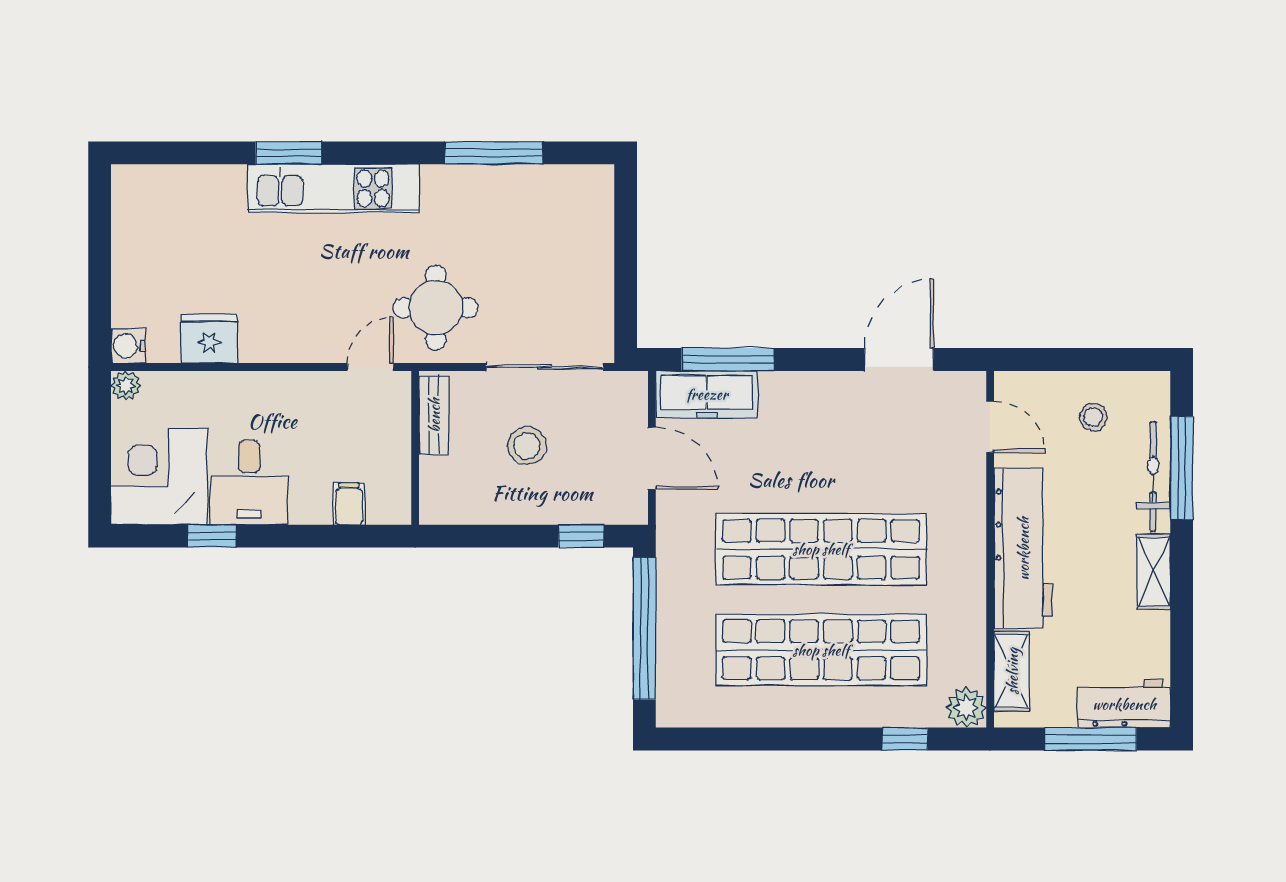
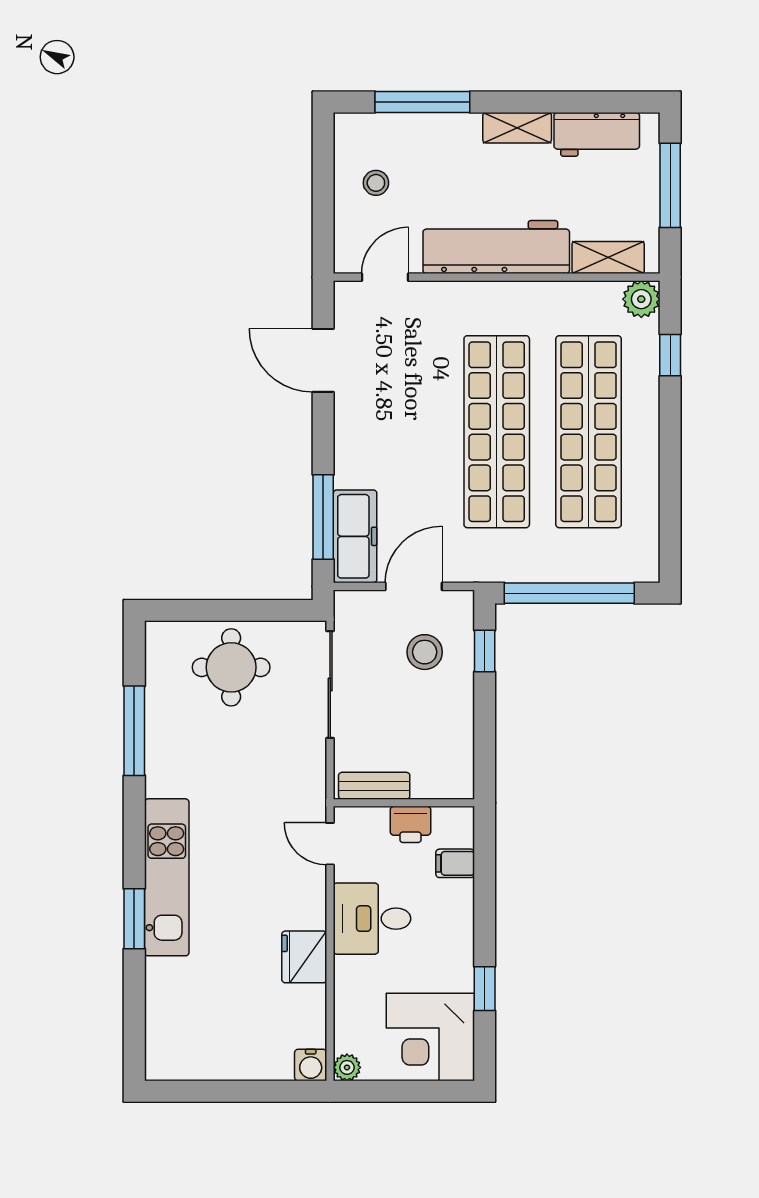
round table: (436, 308) -> (231, 667), moved
fridge: (209, 339) -> (304, 957), moved
stool: (527, 446) -> (425, 652), moved
printer: (391, 455) -> (410, 824), added
bicycle: (1153, 476) -> (430, 128), removed
desk: (249, 483) -> (372, 919), moved, turned 180
workbench: (1124, 704) -> (597, 134), moved, turned -90

